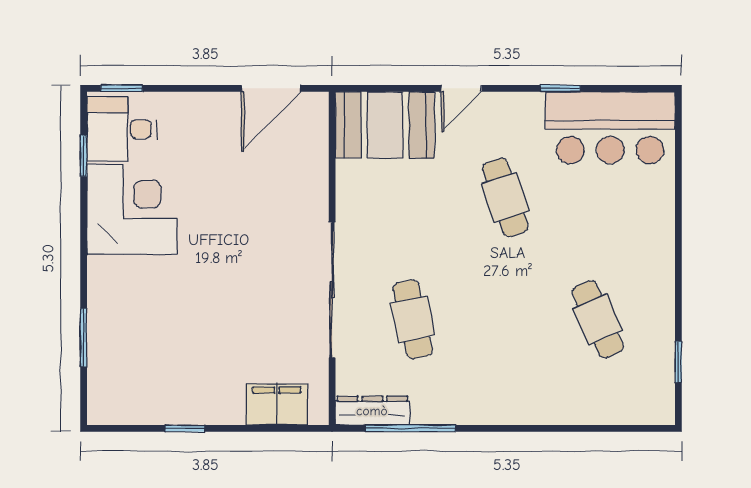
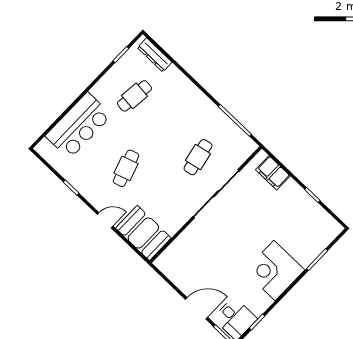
door: (271, 88) -> (196, 308), moved
bar counter: (610, 128) -> (79, 126), moved, turned 90
corner desk: (132, 209) -> (275, 270), moved
cafe table: (598, 319) -> (135, 96), turned 30
dresser: (372, 411) -> (155, 55), moved

